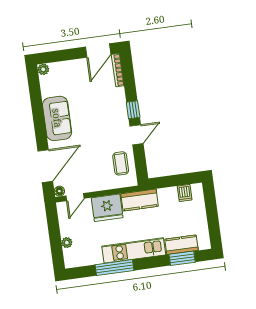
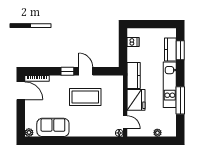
sofa: (57, 118) -> (53, 127), moved
coffee table: (121, 163) -> (85, 97), moved, width x1.86, depth x1.72
door: (45, 166) -> (100, 141), removed

